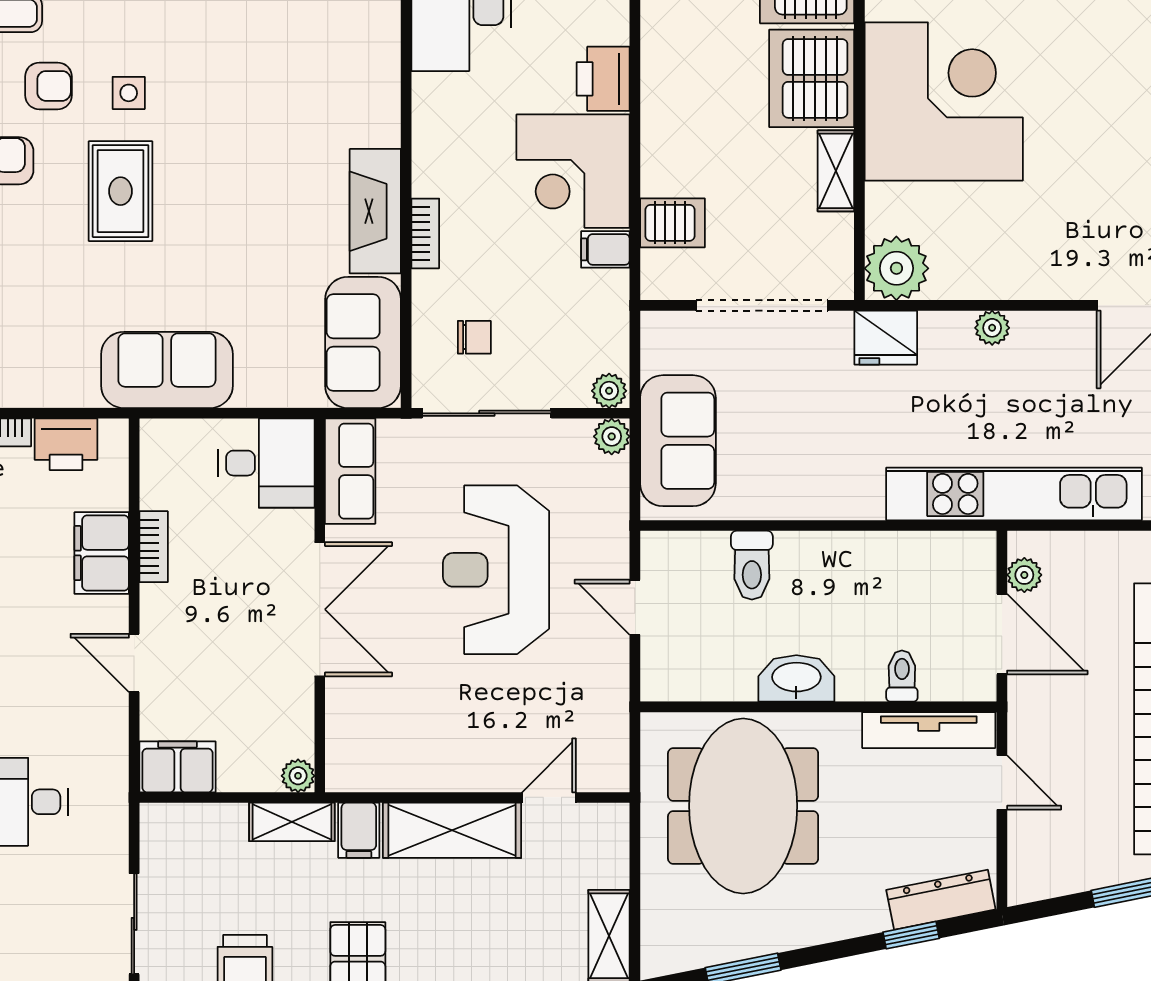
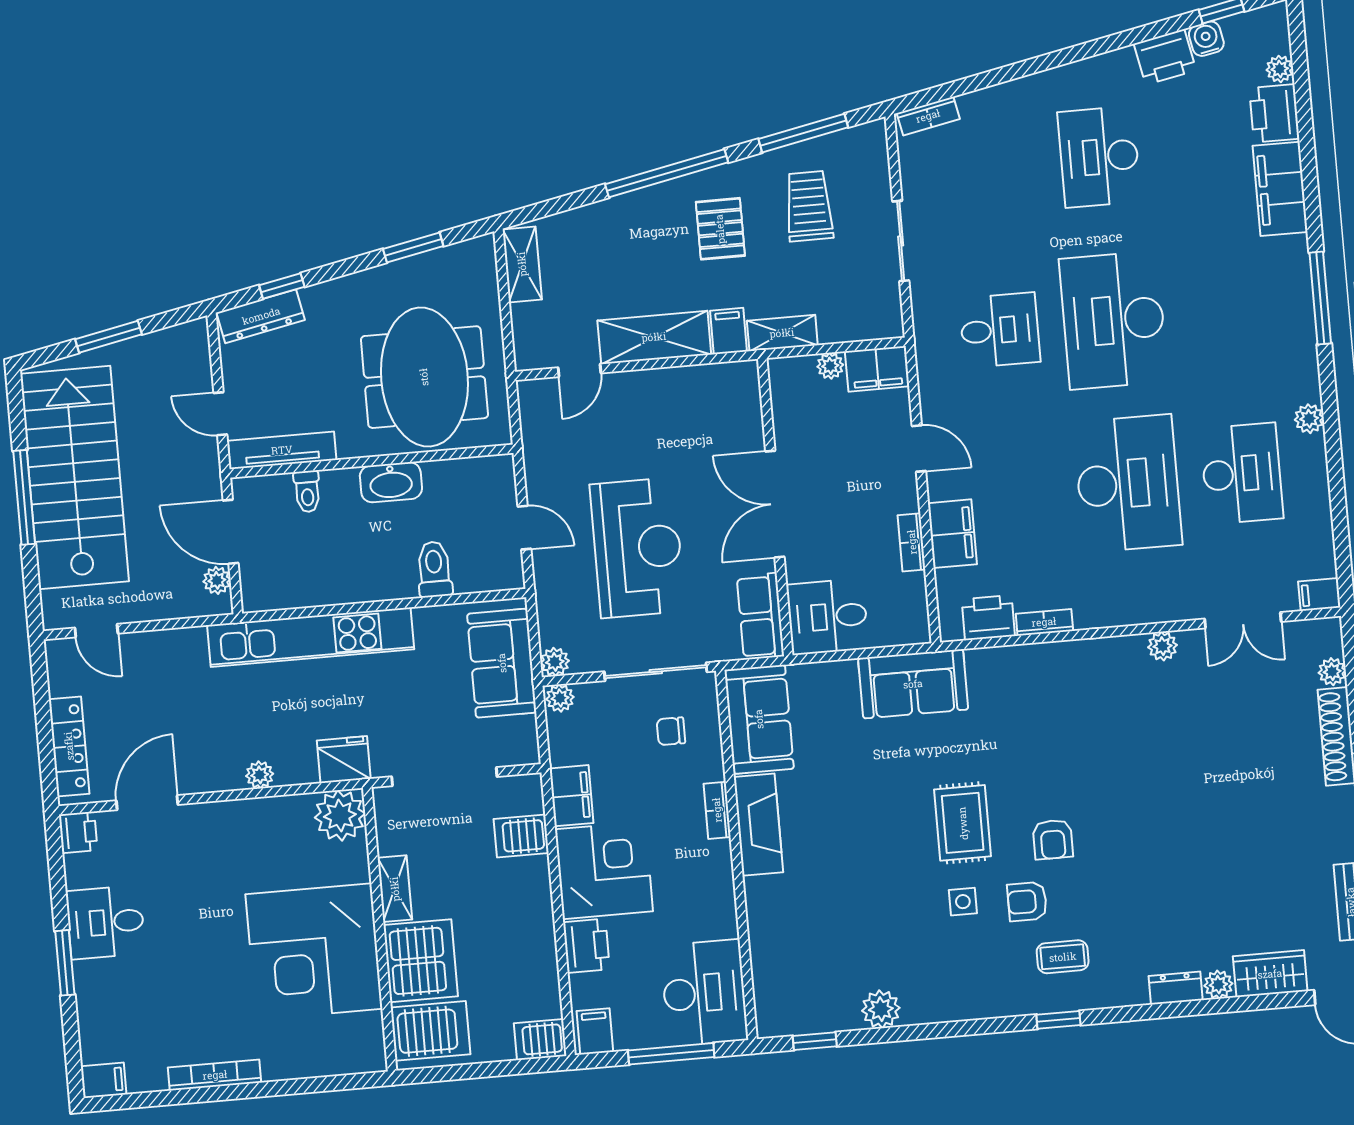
filing cabinet: (605, 249) -> (571, 796), width x2.00
kitchen unit: (1014, 494) -> (311, 637), moved
plant: (298, 776) -> (830, 366), moved

